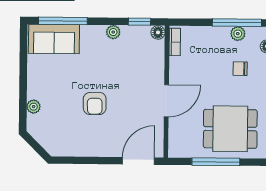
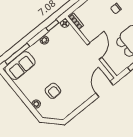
armchair: (95, 103) -> (53, 91), moved

